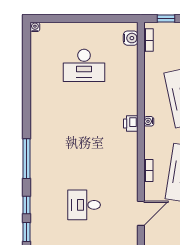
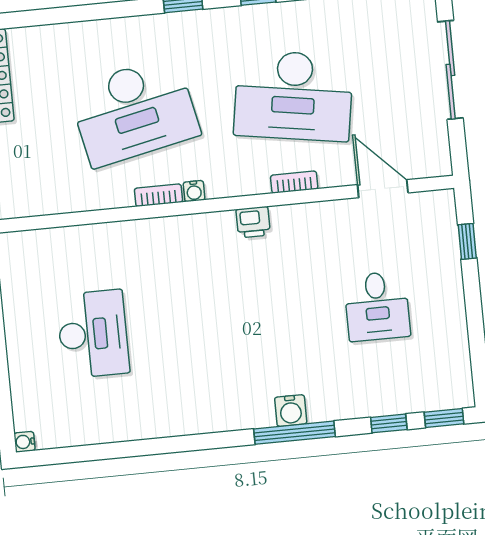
water cooler: (131, 38) -> (291, 411), moved, turned 180
bookcase: (148, 40) -> (158, 195), moved
printer: (131, 123) -> (253, 222), moved

